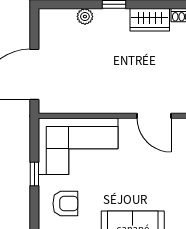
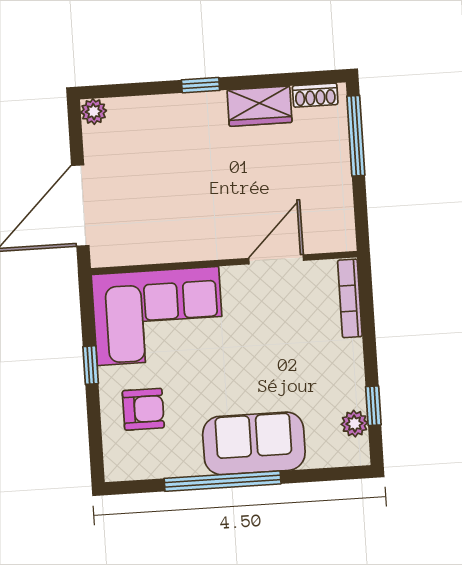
plant: (85, 16) -> (94, 112), moved
door: (154, 116) -> (276, 259), swing flipped

